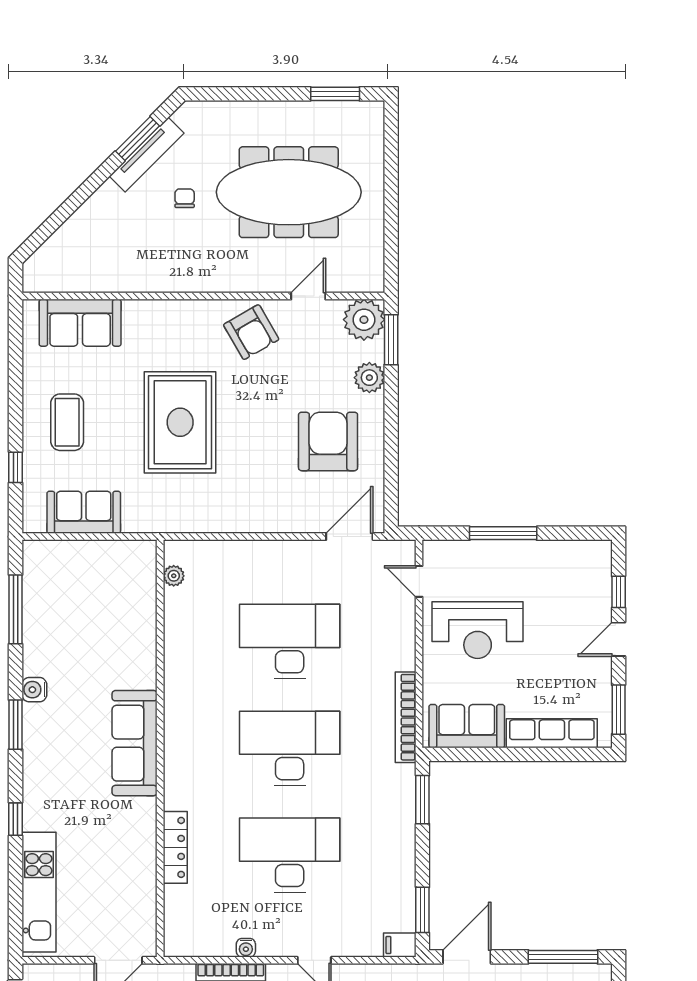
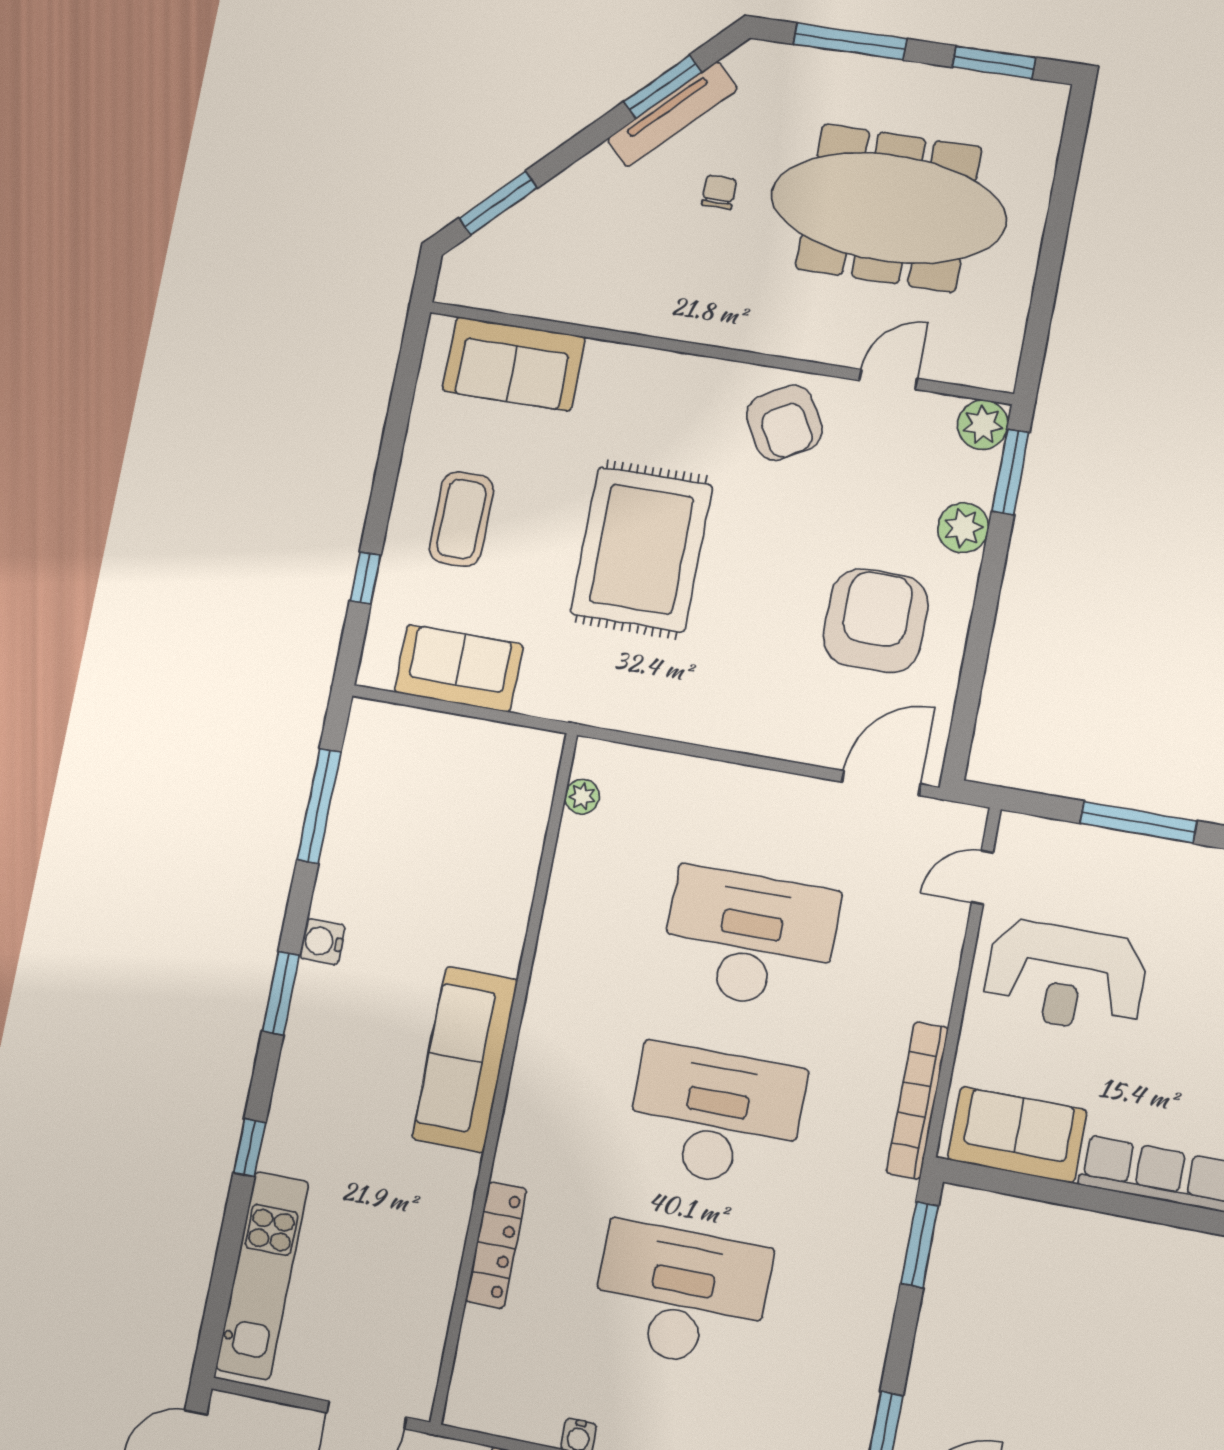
window: (246, 94) -> (850, 42), added
window: (51, 226) -> (498, 203), added
plant: (364, 320) -> (983, 425), width x0.73, depth x0.73
door: (419, 581) -> (982, 877), hinge flipped

